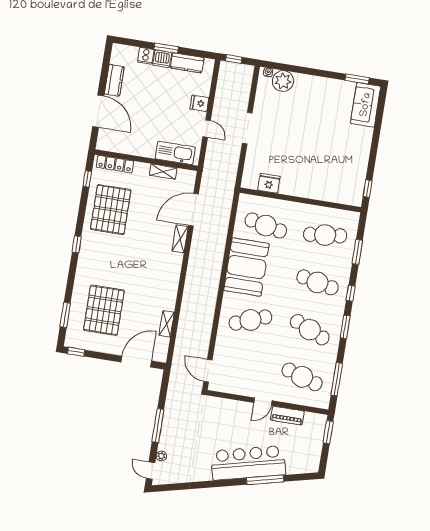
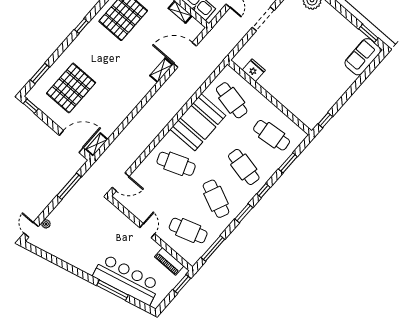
shelving: (167, 324) -> (97, 144), moved
door: (208, 371) -> (121, 182), swing flipped
cafe table: (302, 377) -> (188, 230), turned -36
door: (263, 402) -> (147, 231), swing flipped
piano: (287, 416) -> (169, 261), moved
window: (158, 426) -> (69, 186), moved
bar counter: (248, 463) -> (127, 280), moved

